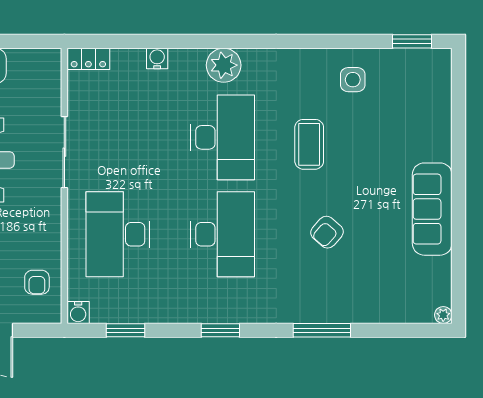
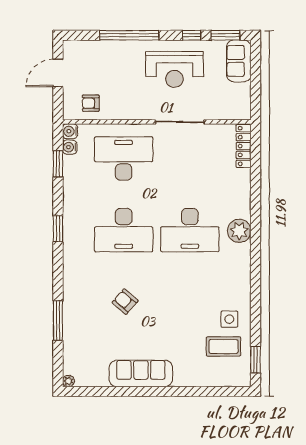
water cooler: (157, 58) -> (70, 147), moved, turned 180
locker: (88, 59) -> (244, 146), width x1.53
coffee table: (309, 144) -> (223, 346), moved
window: (322, 330) -> (58, 321), moved

